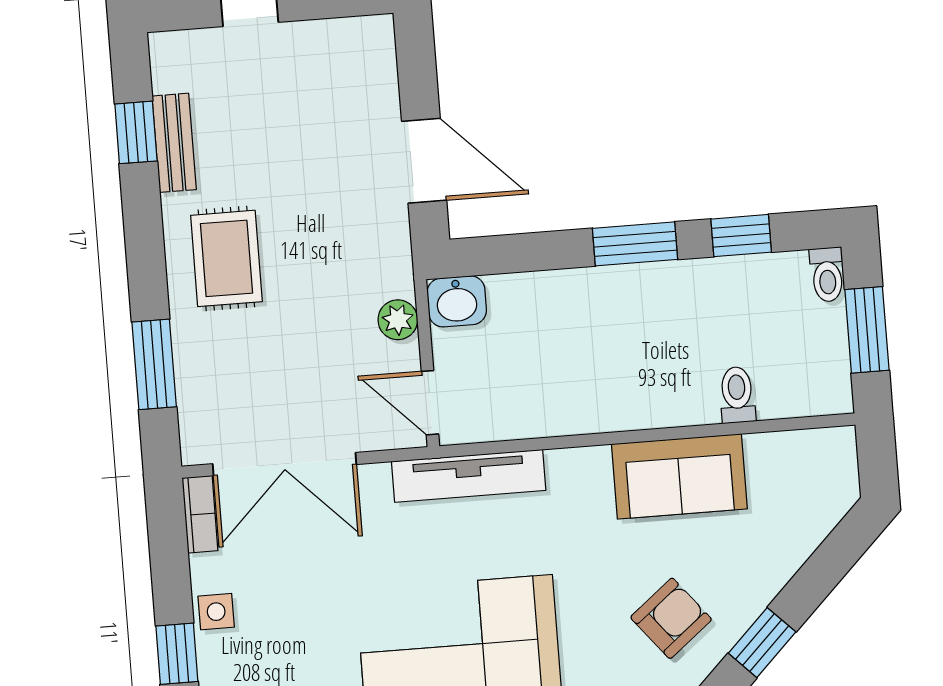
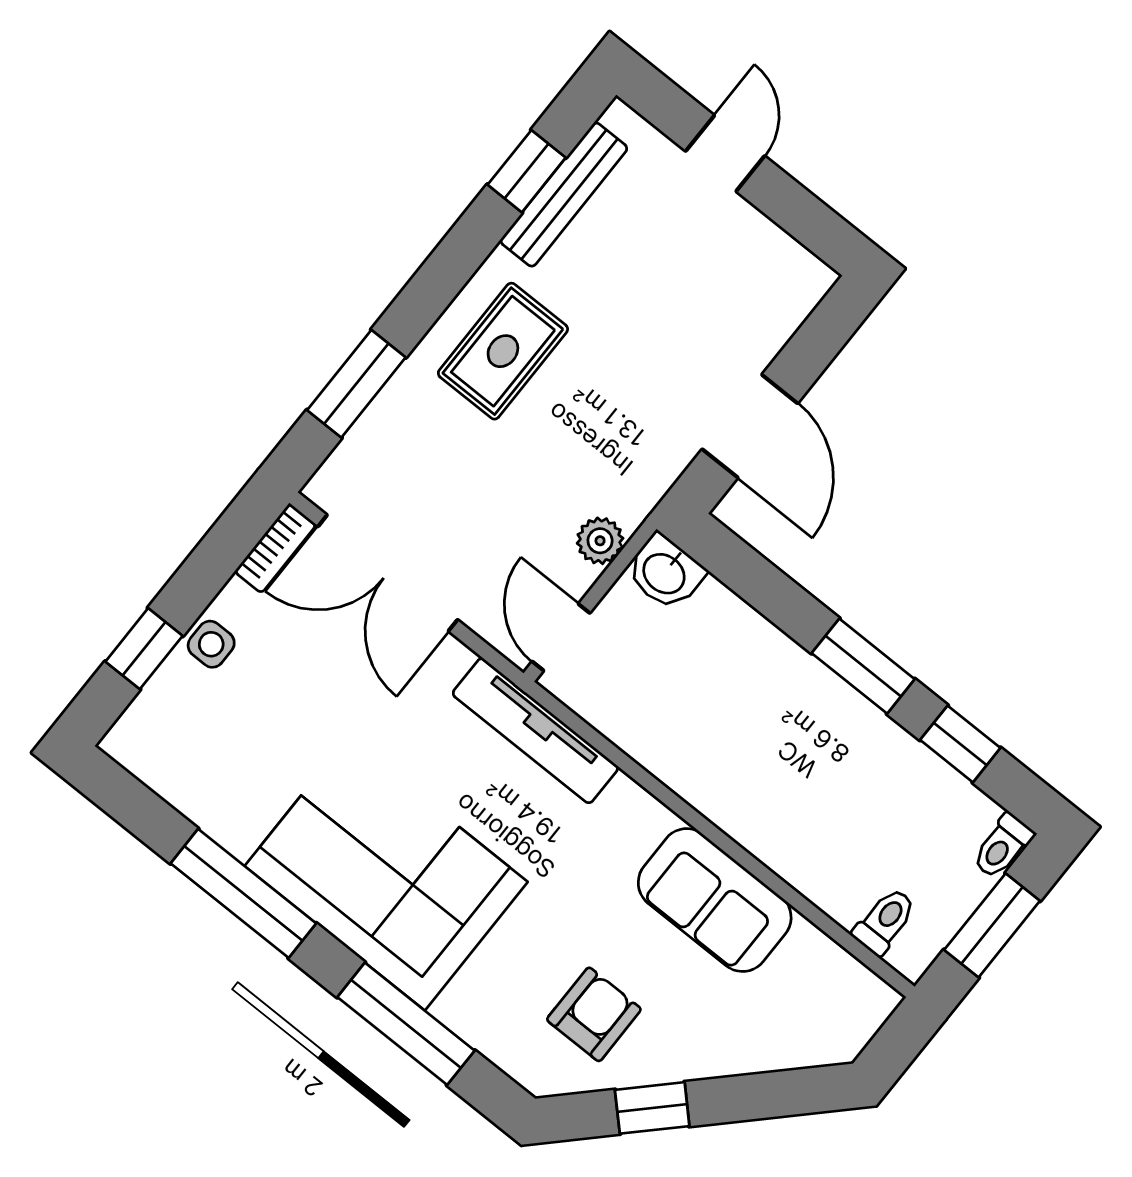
bench: (174, 143) -> (564, 195), width x1.36
toilet: (737, 395) -> (885, 921), moved
armchair: (671, 618) -> (594, 1014), turned -51

